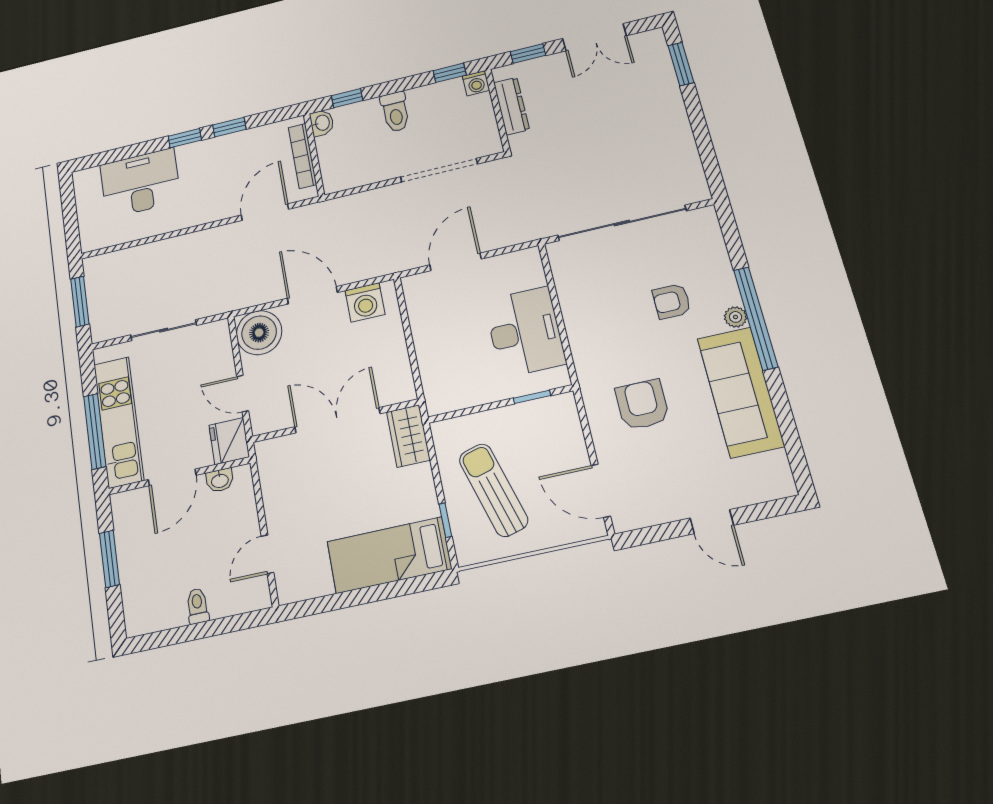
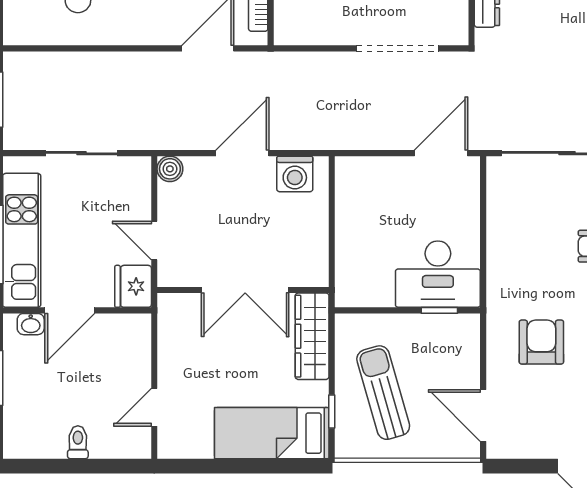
door: (456, 262) -> (441, 153), moved
door: (312, 295) -> (242, 153), hinge flipped
desk: (525, 332) -> (438, 274), moved, turned 90
boiler: (259, 333) -> (170, 169), width x0.54, depth x0.54
double door: (337, 420) -> (245, 290), swing flipped
wardrobe: (408, 436) -> (312, 336), width x1.50
washbasin: (220, 480) -> (31, 324), moved

